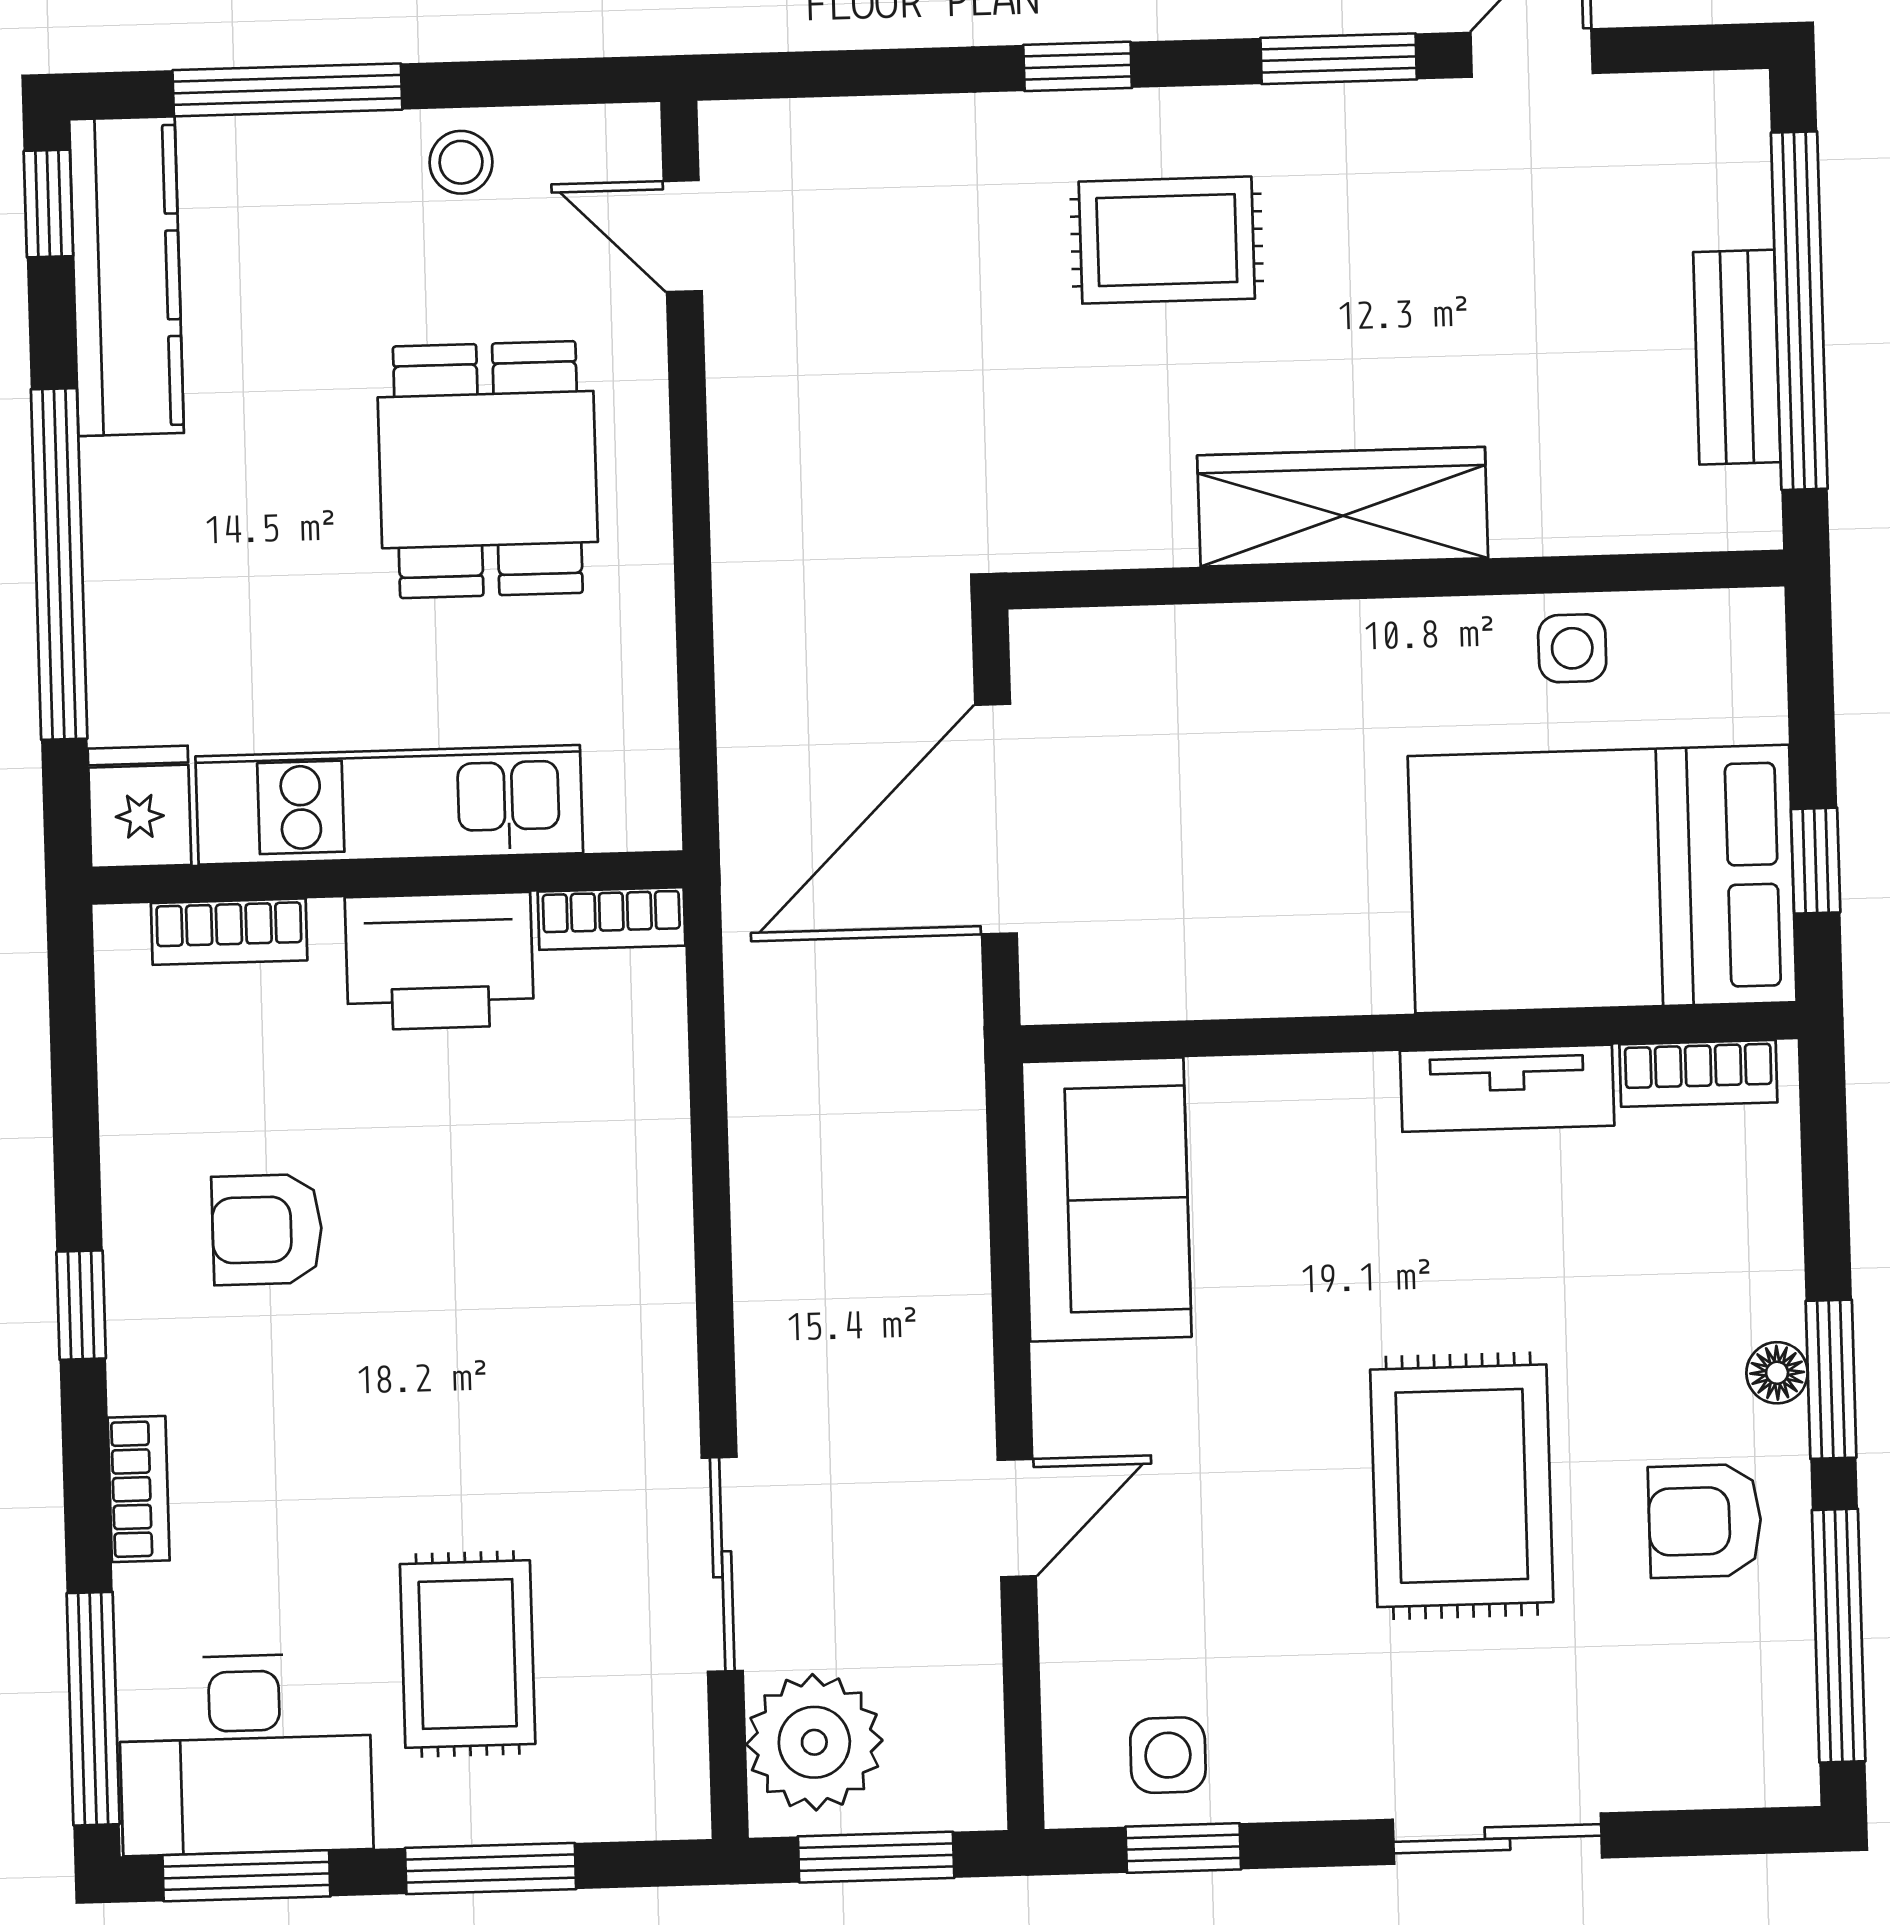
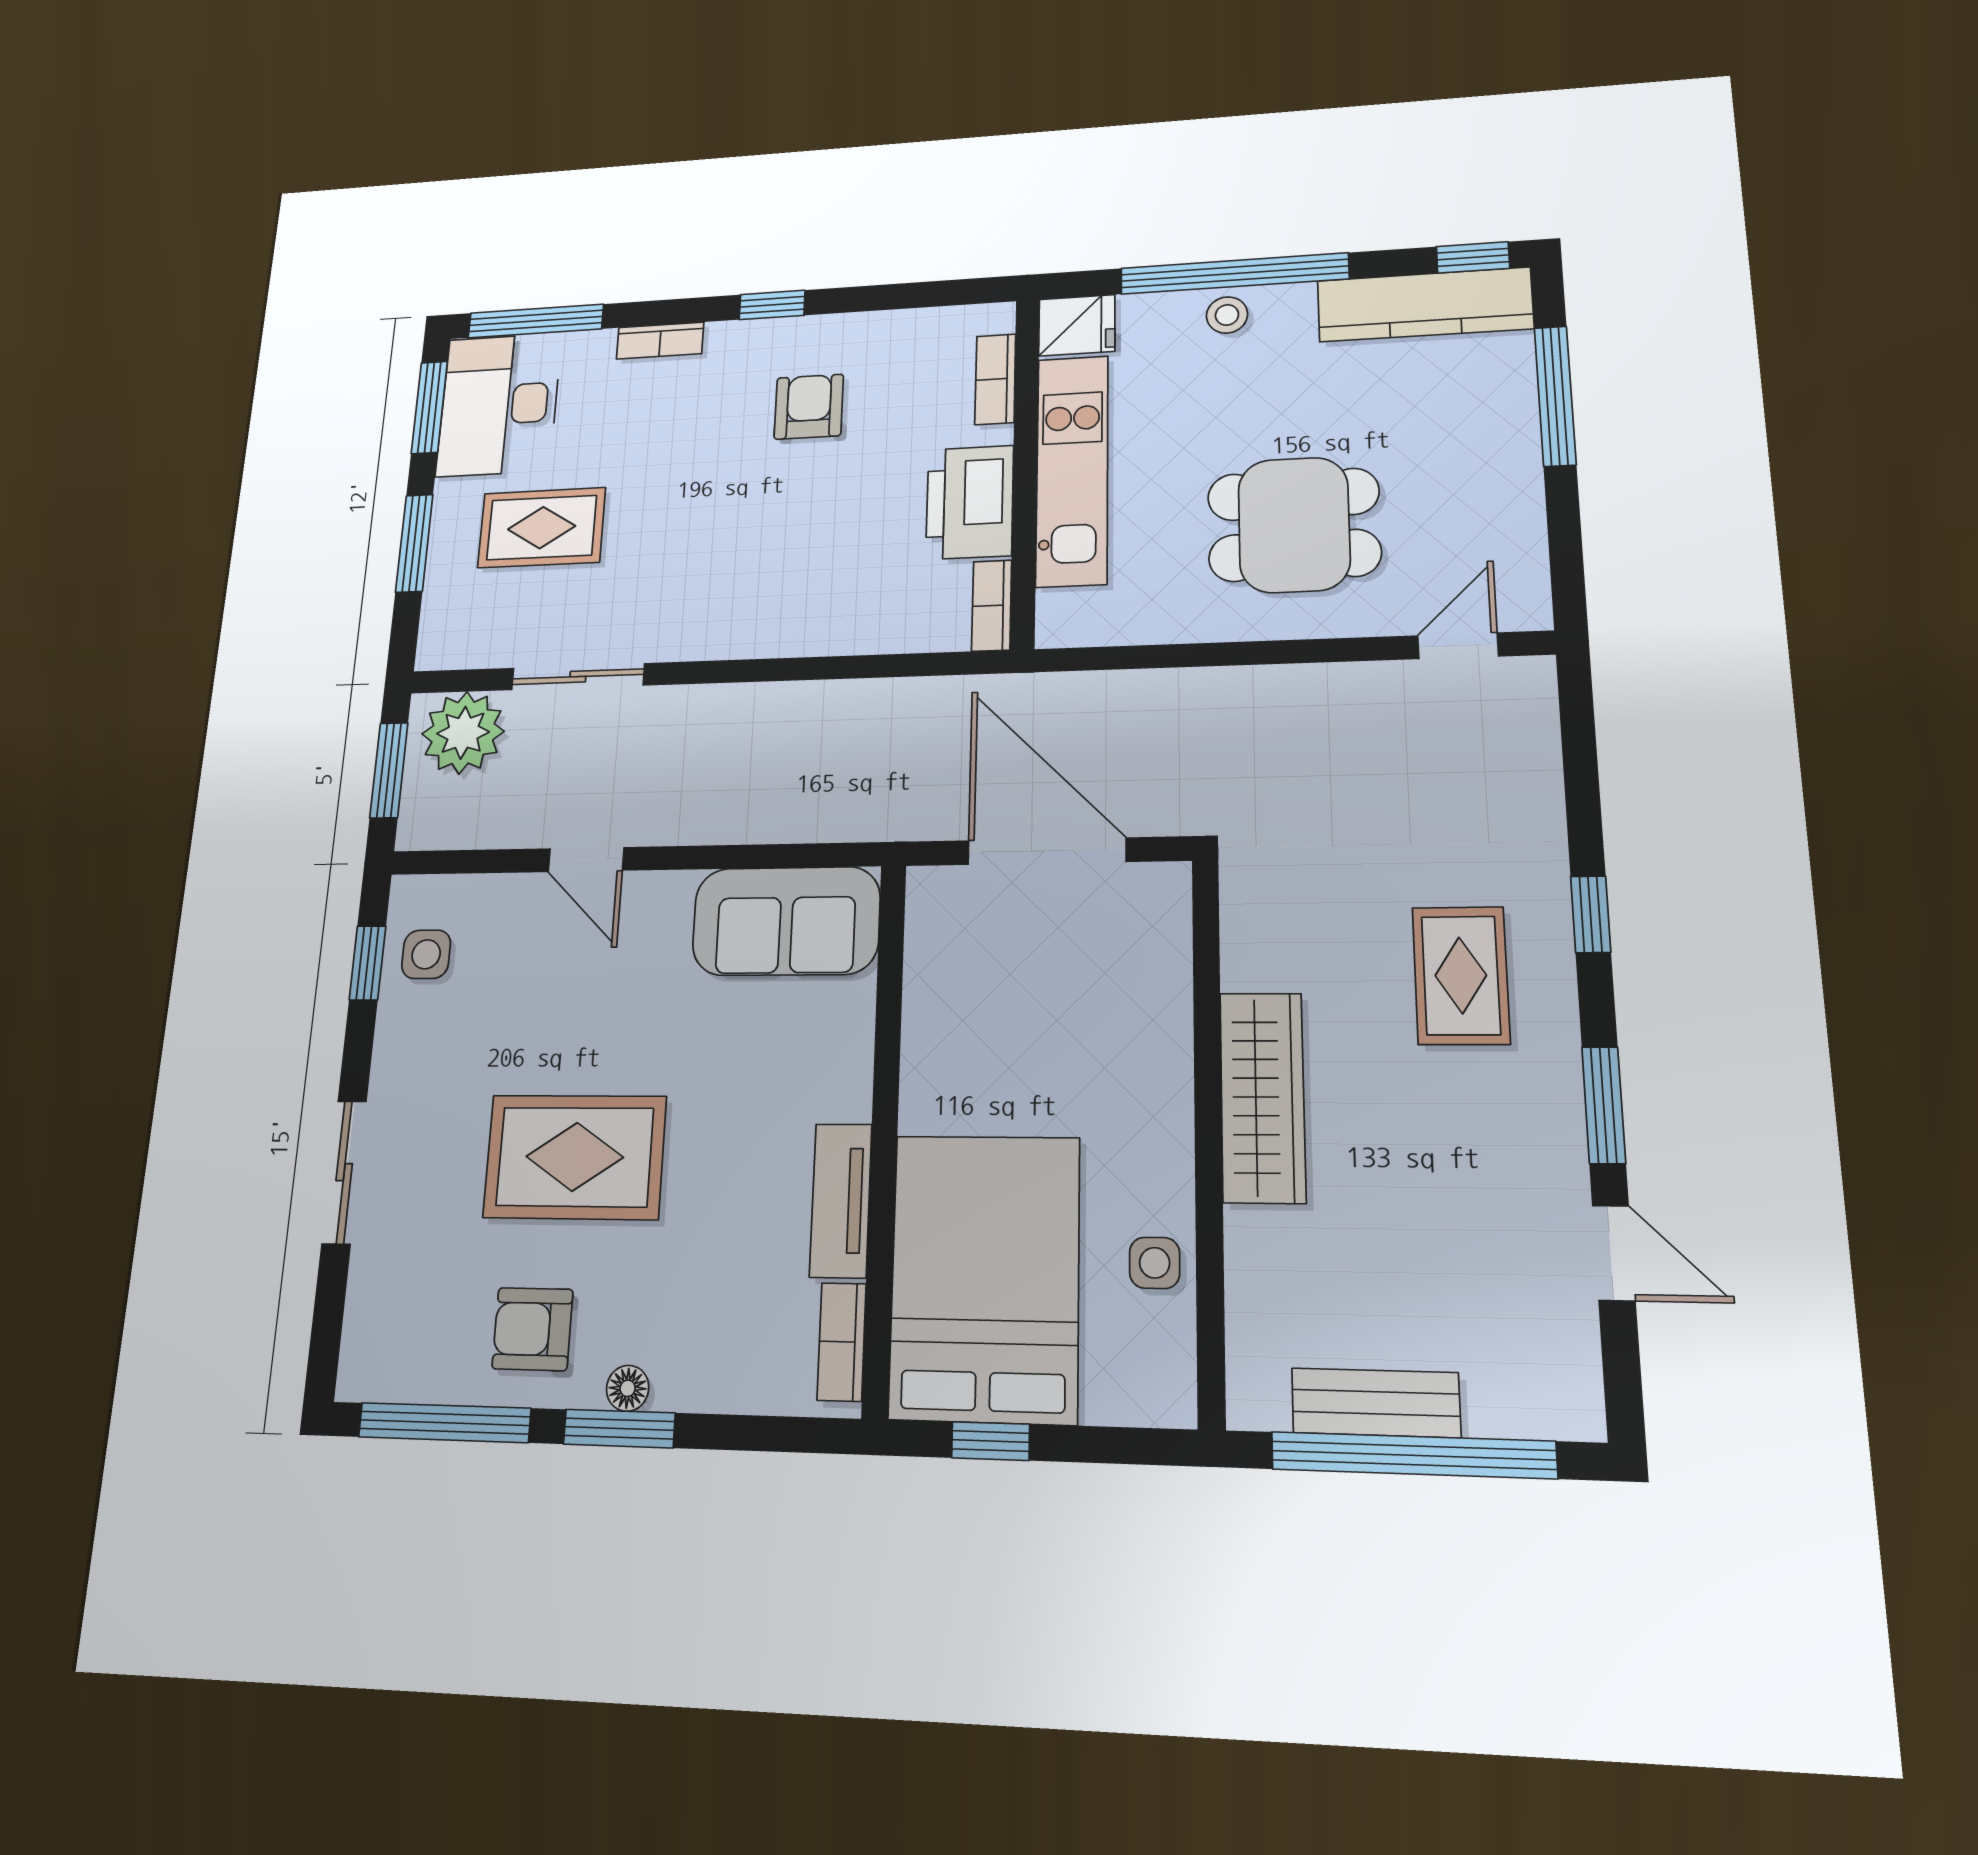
stool: (461, 162) -> (1227, 315), moved
armchair: (1705, 1521) -> (533, 1329), turned -90

